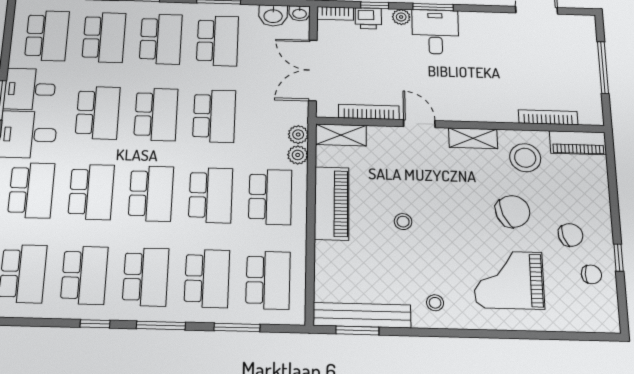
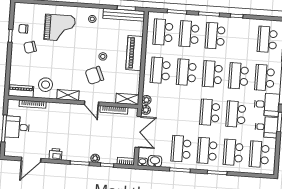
printer: (368, 18) -> (56, 154), moved
desk: (435, 32) -> (17, 127), moved, turned 90
school desk: (214, 116) -> (184, 111), removed
plant: (298, 155) -> (146, 110), moved
piano: (332, 203) -> (134, 53), moved
chair: (513, 211) -> (94, 75), moved
school desk: (84, 275) -> (241, 38), removed

